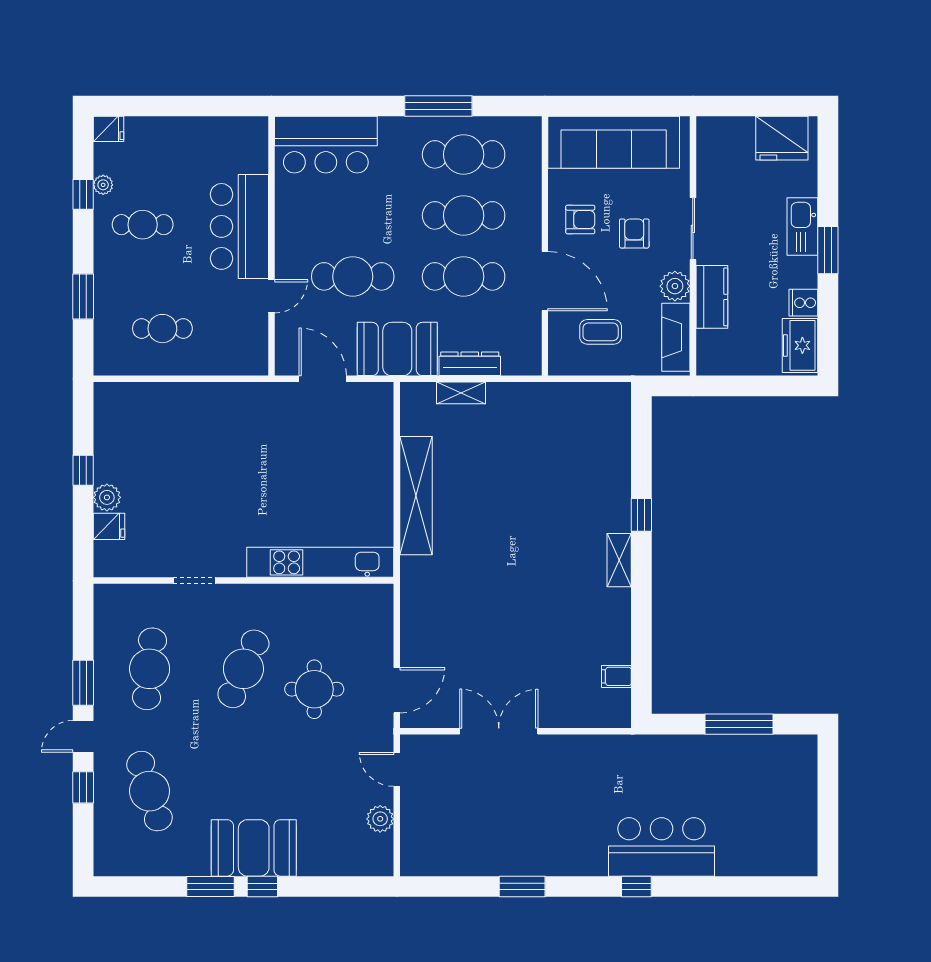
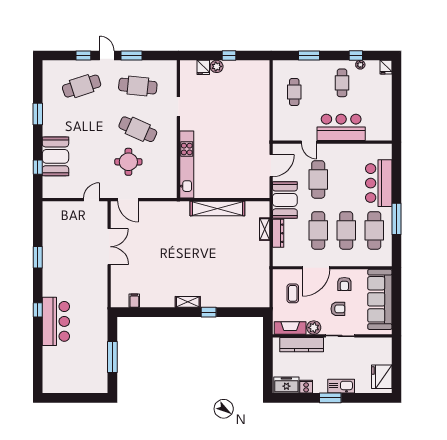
bar counter: (326, 145) -> (379, 183), moved
kitchen counter: (712, 297) -> (302, 345), width x1.50
plant: (380, 819) -> (69, 192), removed
booth: (254, 848) -> (55, 156), moved
window: (262, 887) -> (38, 167), moved

